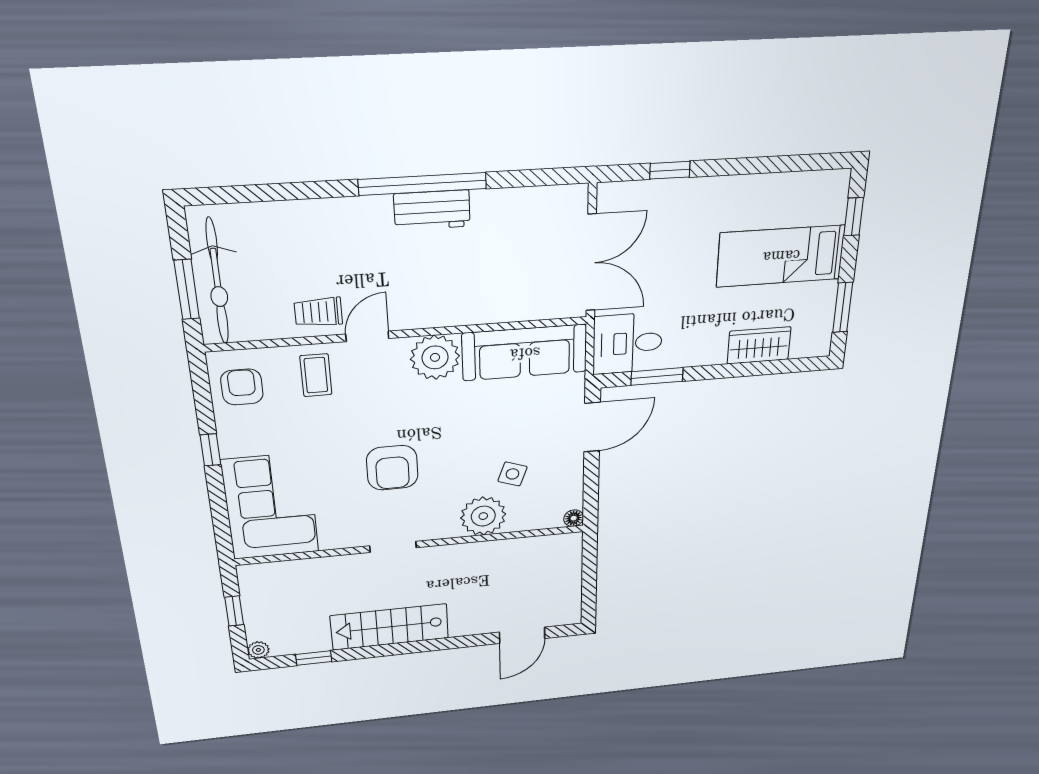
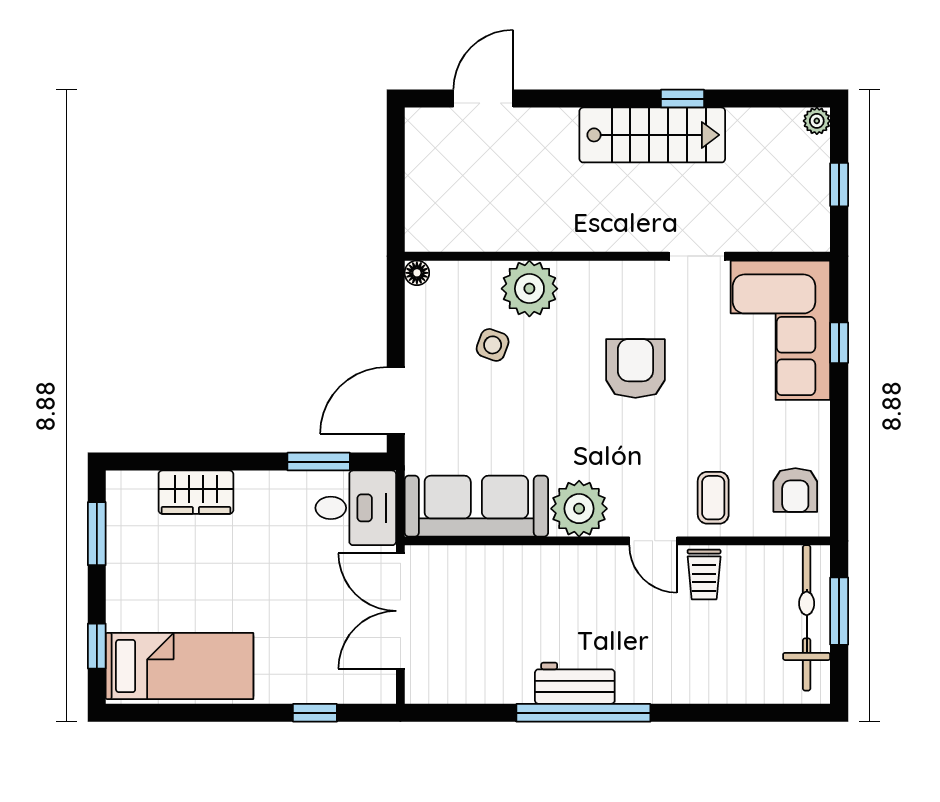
bed: (781, 256) -> (179, 666), moved
trolley: (318, 312) -> (704, 574), turned 90
door: (367, 336) -> (653, 541), hinge flipped
window: (210, 450) -> (839, 343), moved
doorway: (393, 547) -> (697, 256), moved
window: (314, 658) -> (683, 99), moved

